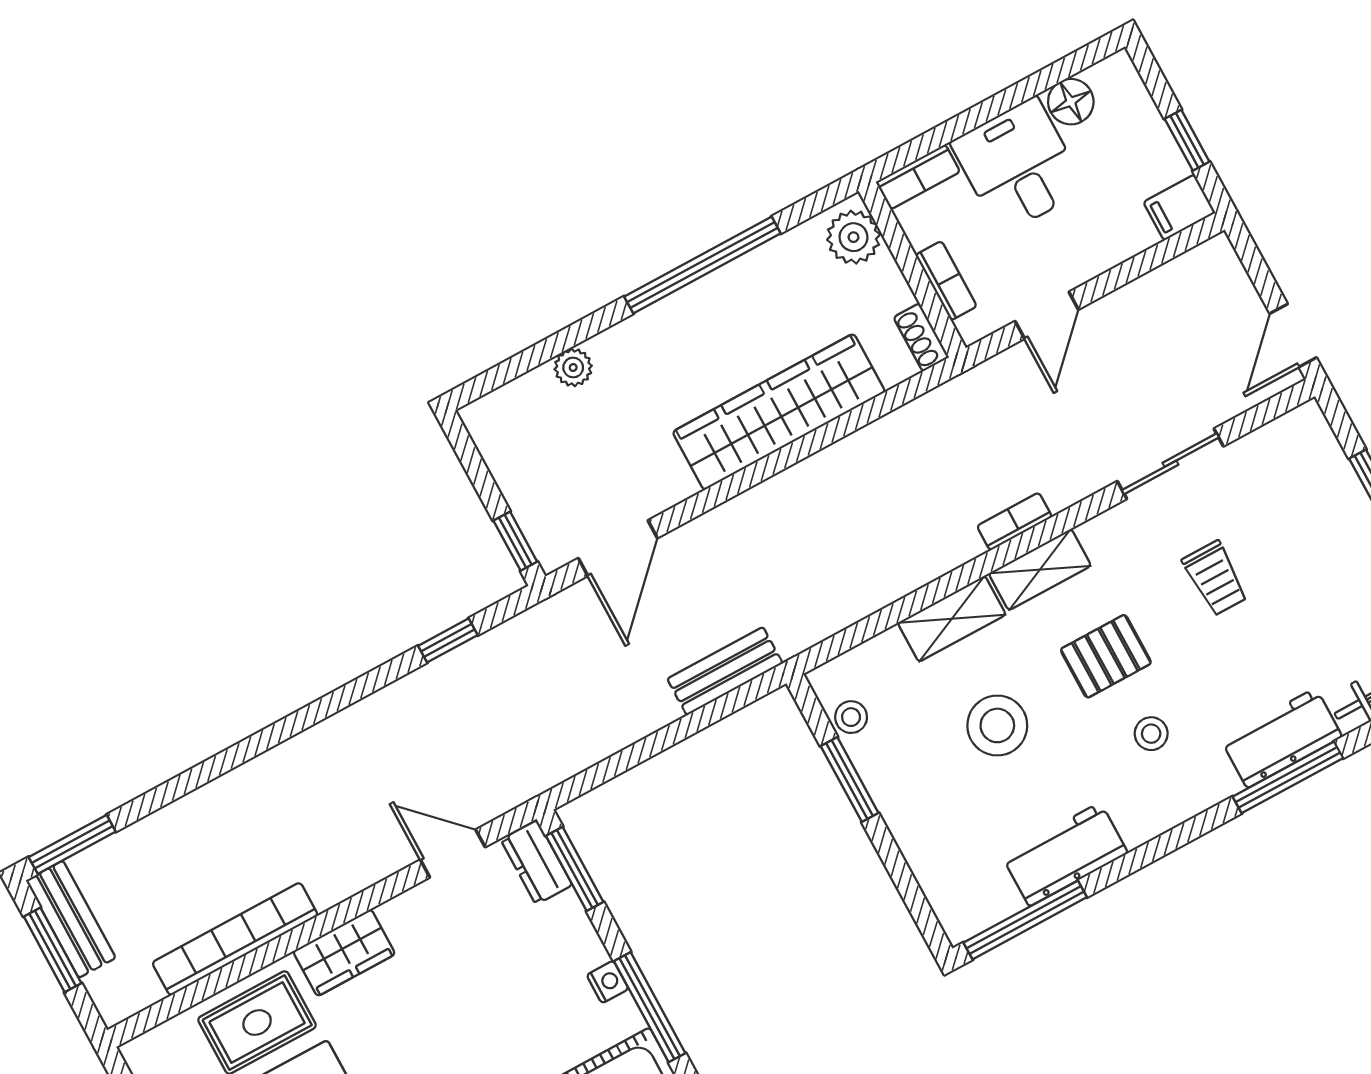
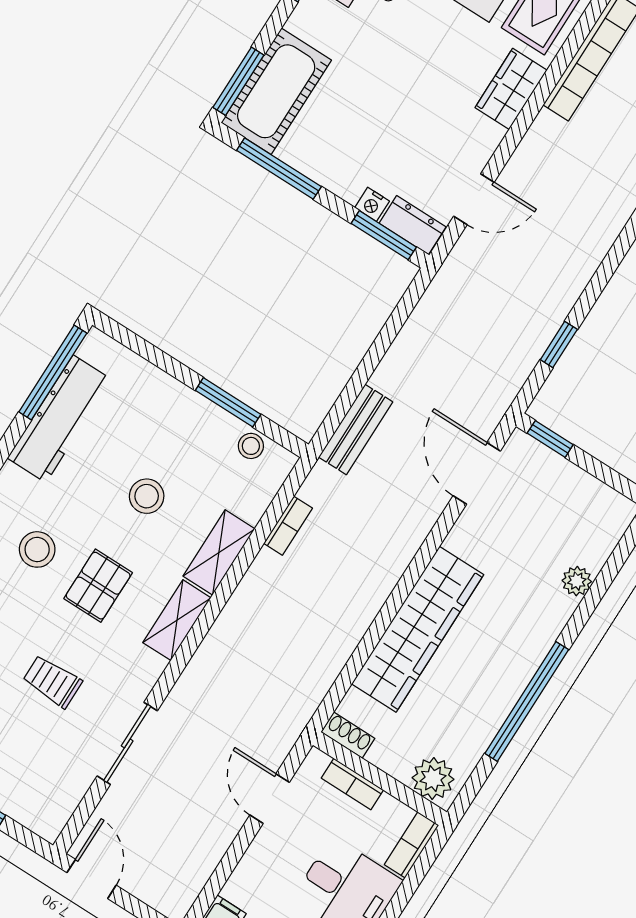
bookcase: (1014, 522) -> (288, 526), moved
stool: (997, 725) -> (147, 496), width x0.73, depth x0.73
stool: (1151, 734) -> (37, 549), width x1.37, depth x1.37
workbench: (1065, 854) -> (60, 419), width x1.38
nightstand: (608, 982) -> (372, 204), moved

